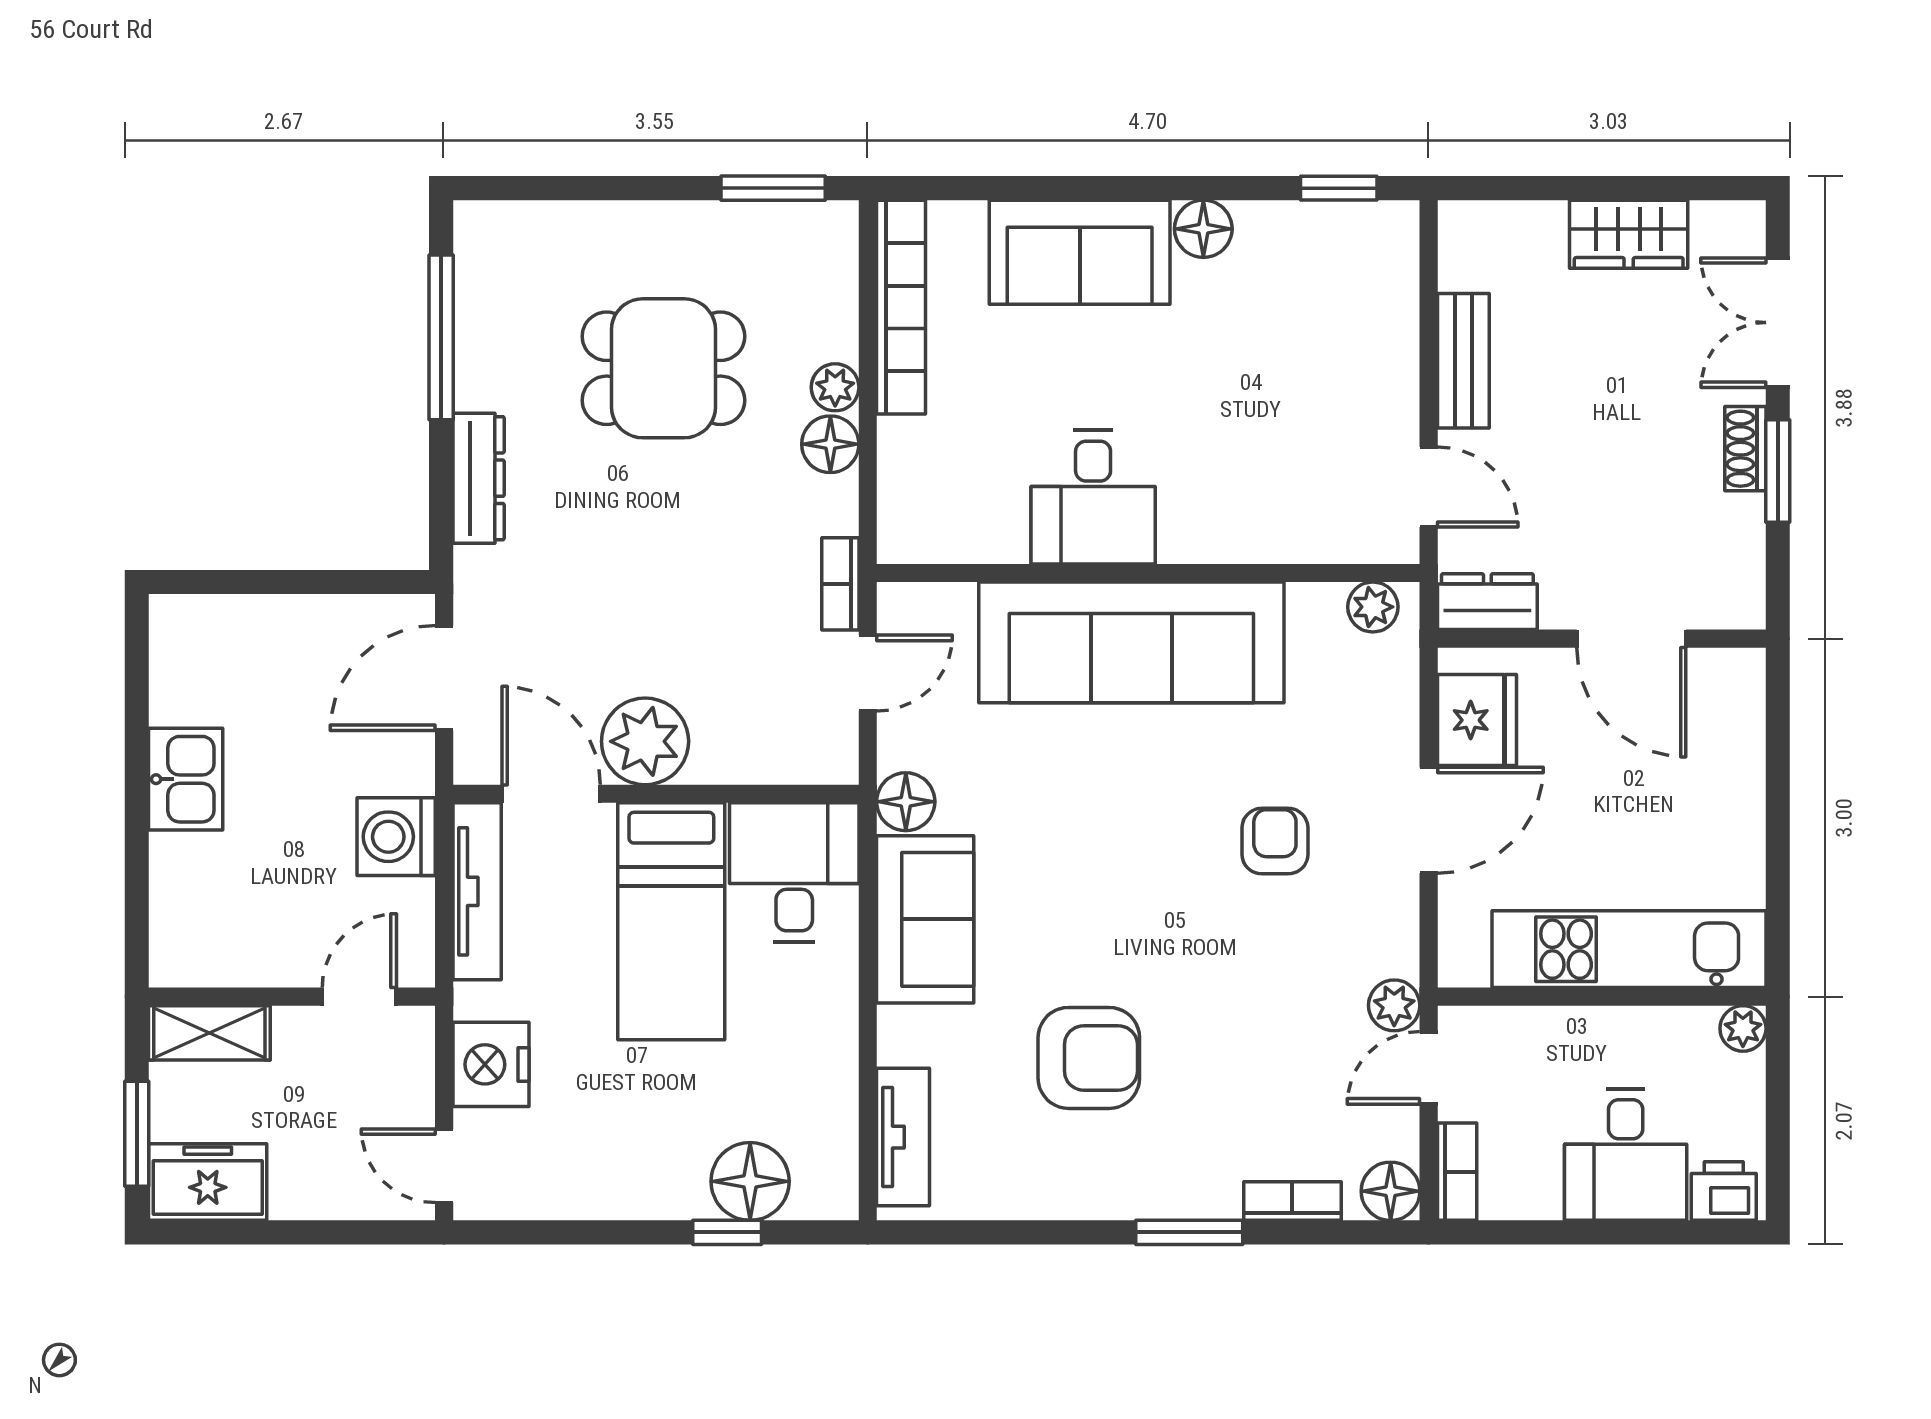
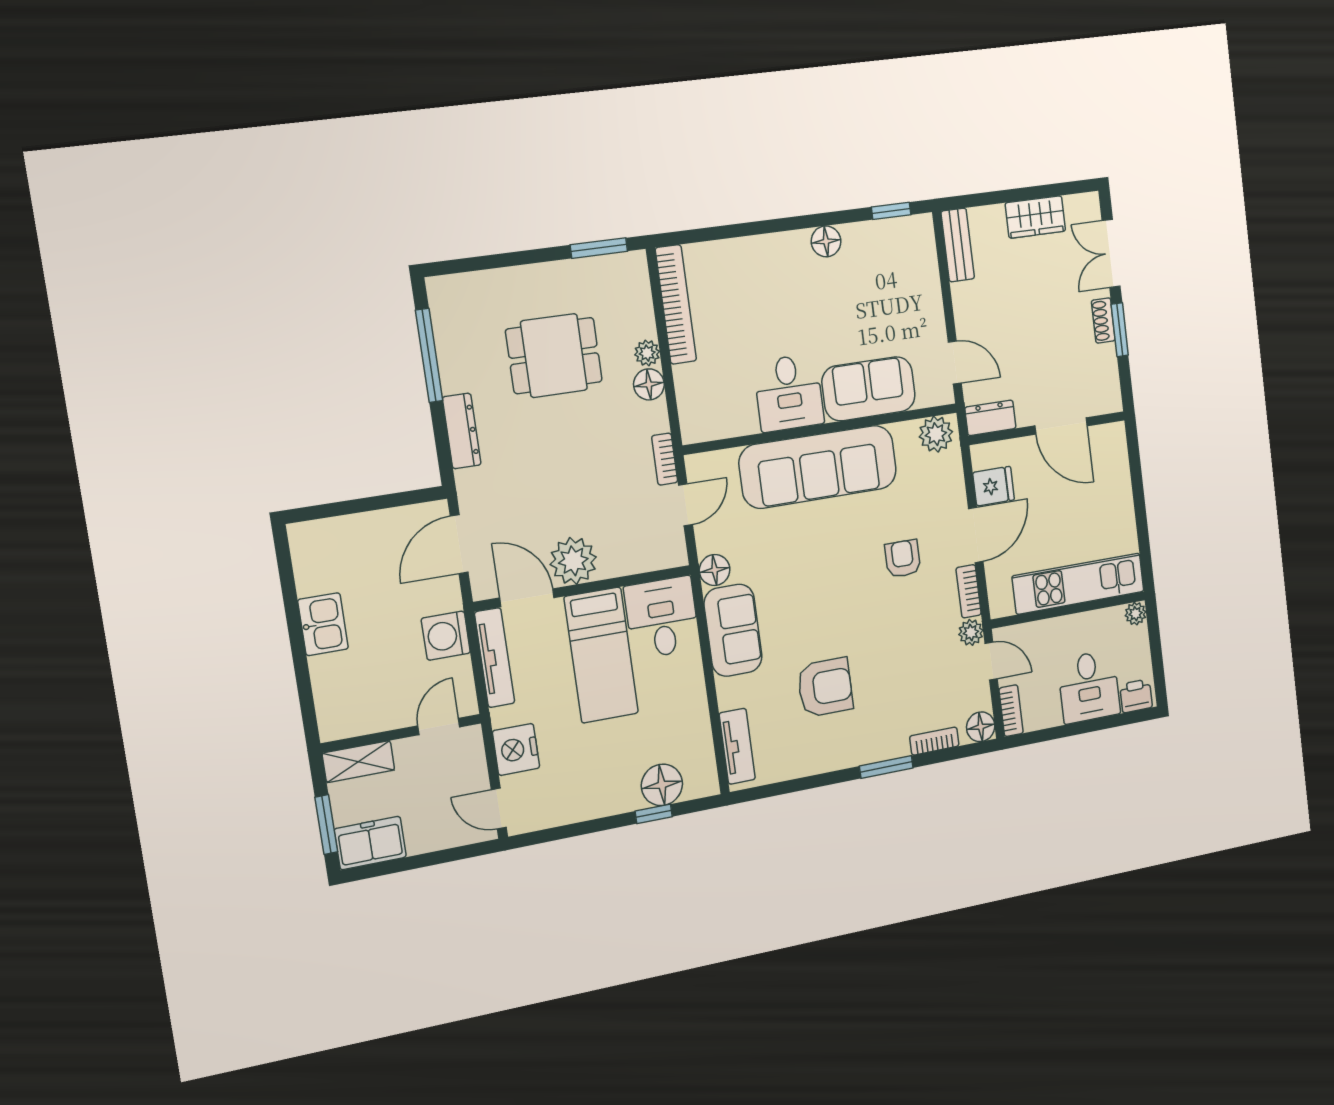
sofa: (1080, 252) -> (869, 389), moved, turned 180
bench: (1463, 361) -> (958, 245), moved
plant: (1373, 607) -> (936, 434), width x1.38, depth x1.38
fridge: (1477, 720) -> (994, 486), width x0.72
bookcase: (1400, 925) -> (969, 591), added
door: (1429, 1068) -> (991, 661), swing flipped

